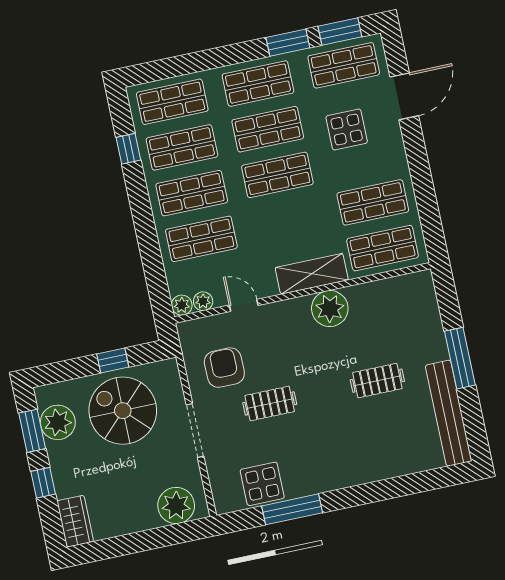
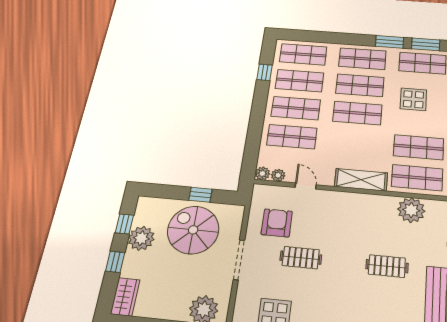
plant: (330, 309) -> (411, 210), moved
plant: (58, 422) -> (141, 238), moved
window: (32, 431) -> (124, 224), width x0.67

